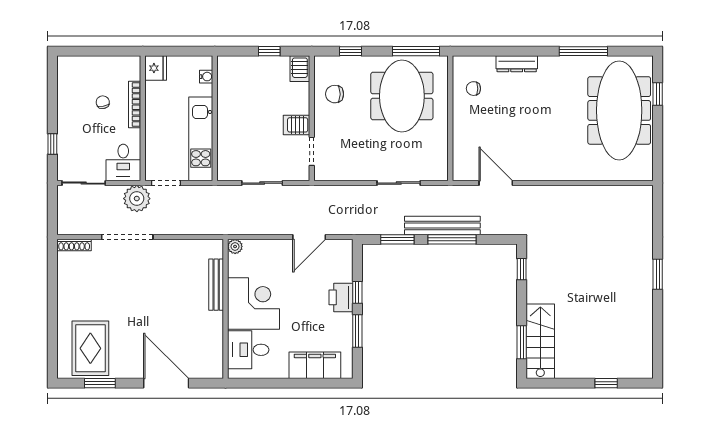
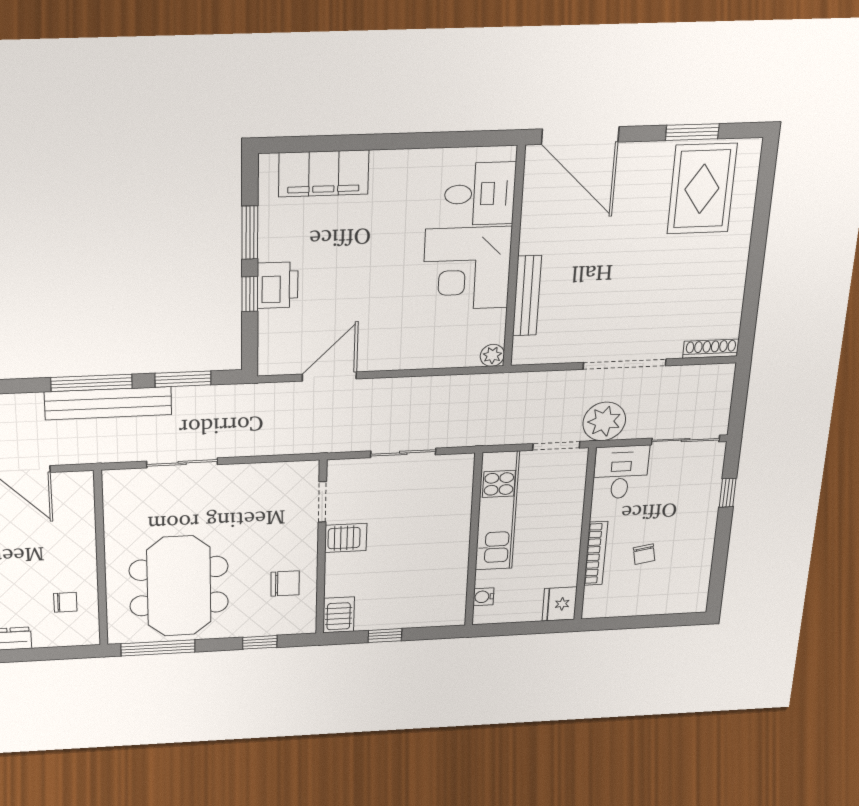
plant: (235, 246) -> (492, 355), moved
bench: (216, 285) -> (527, 296), moved
corner desk: (254, 303) -> (467, 269), moved
wall: (226, 309) -> (514, 258), moved
desk: (248, 350) -> (480, 194), moved

